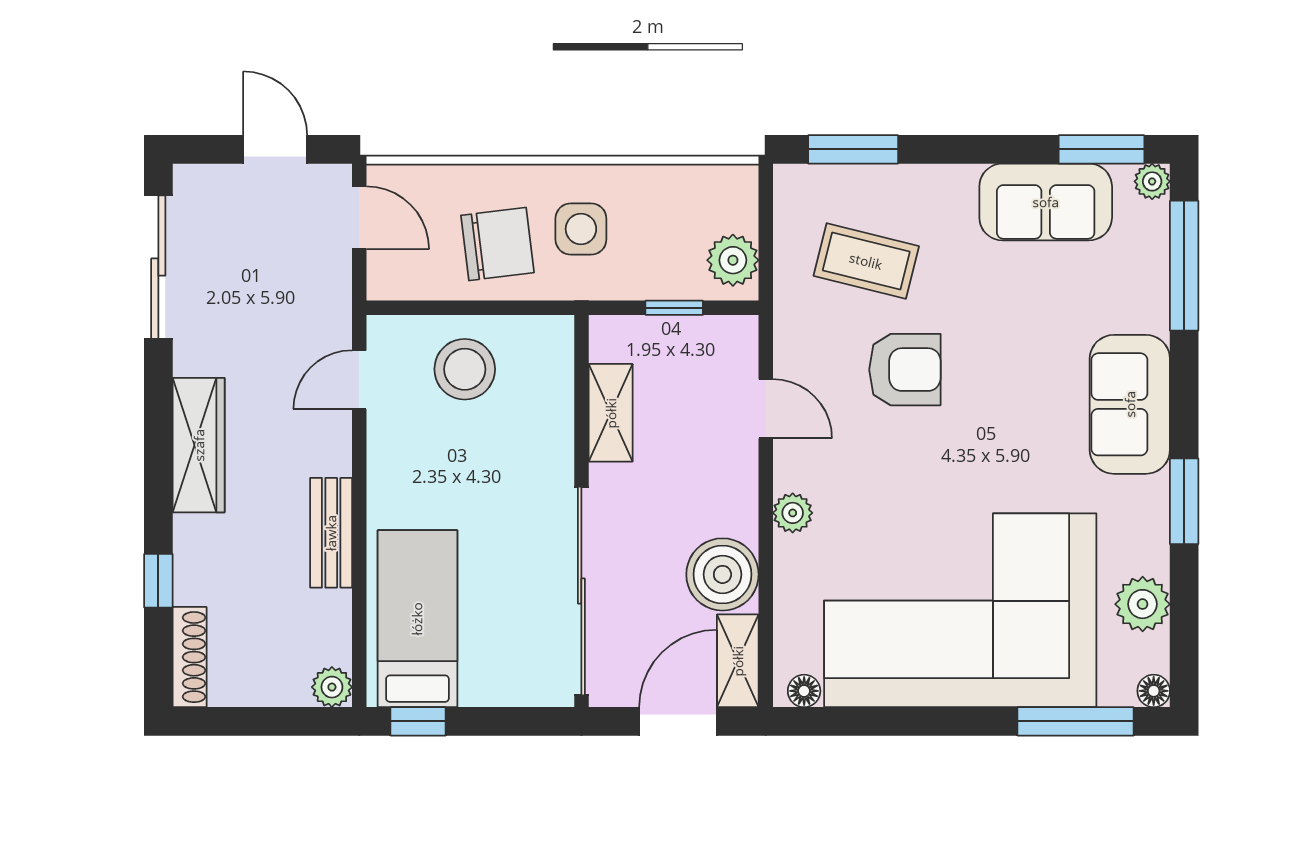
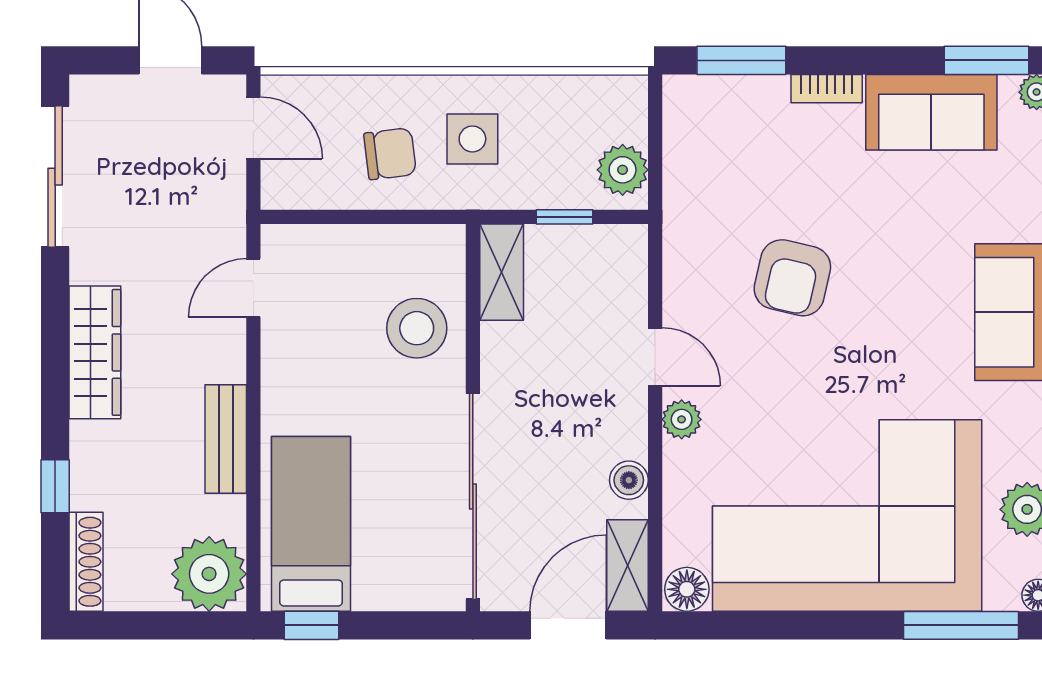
bookcase: (940, 178) -> (827, 89), added
chair: (497, 244) -> (390, 154), width x0.73, depth x0.73
coffee table: (866, 261) -> (754, 171), removed
stool: (465, 369) -> (417, 328), moved
armchair: (905, 370) -> (792, 278), turned 103
door: (766, 409) -> (655, 357), moved
shelving: (611, 413) -> (502, 272), moved
boiler: (722, 574) -> (629, 480), width x0.54, depth x0.54
plant: (332, 687) -> (209, 574), width x1.87, depth x1.87
floor lamp: (804, 691) -> (687, 589), width x1.37, depth x1.37

